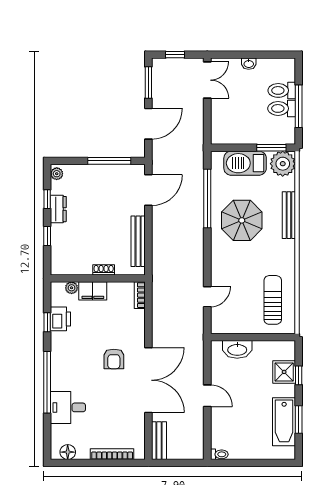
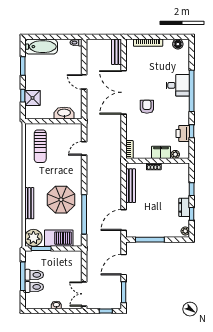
desk: (68, 407) -> (178, 85), moved
bathtub: (284, 422) -> (41, 47), moved, turned 90

